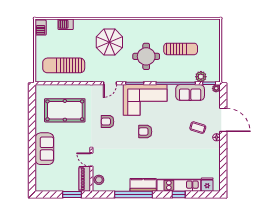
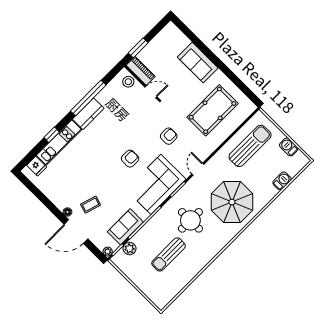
barbecue: (41, 28) -> (289, 147), moved
parasol: (109, 42) -> (232, 202), width x1.36, depth x1.36

